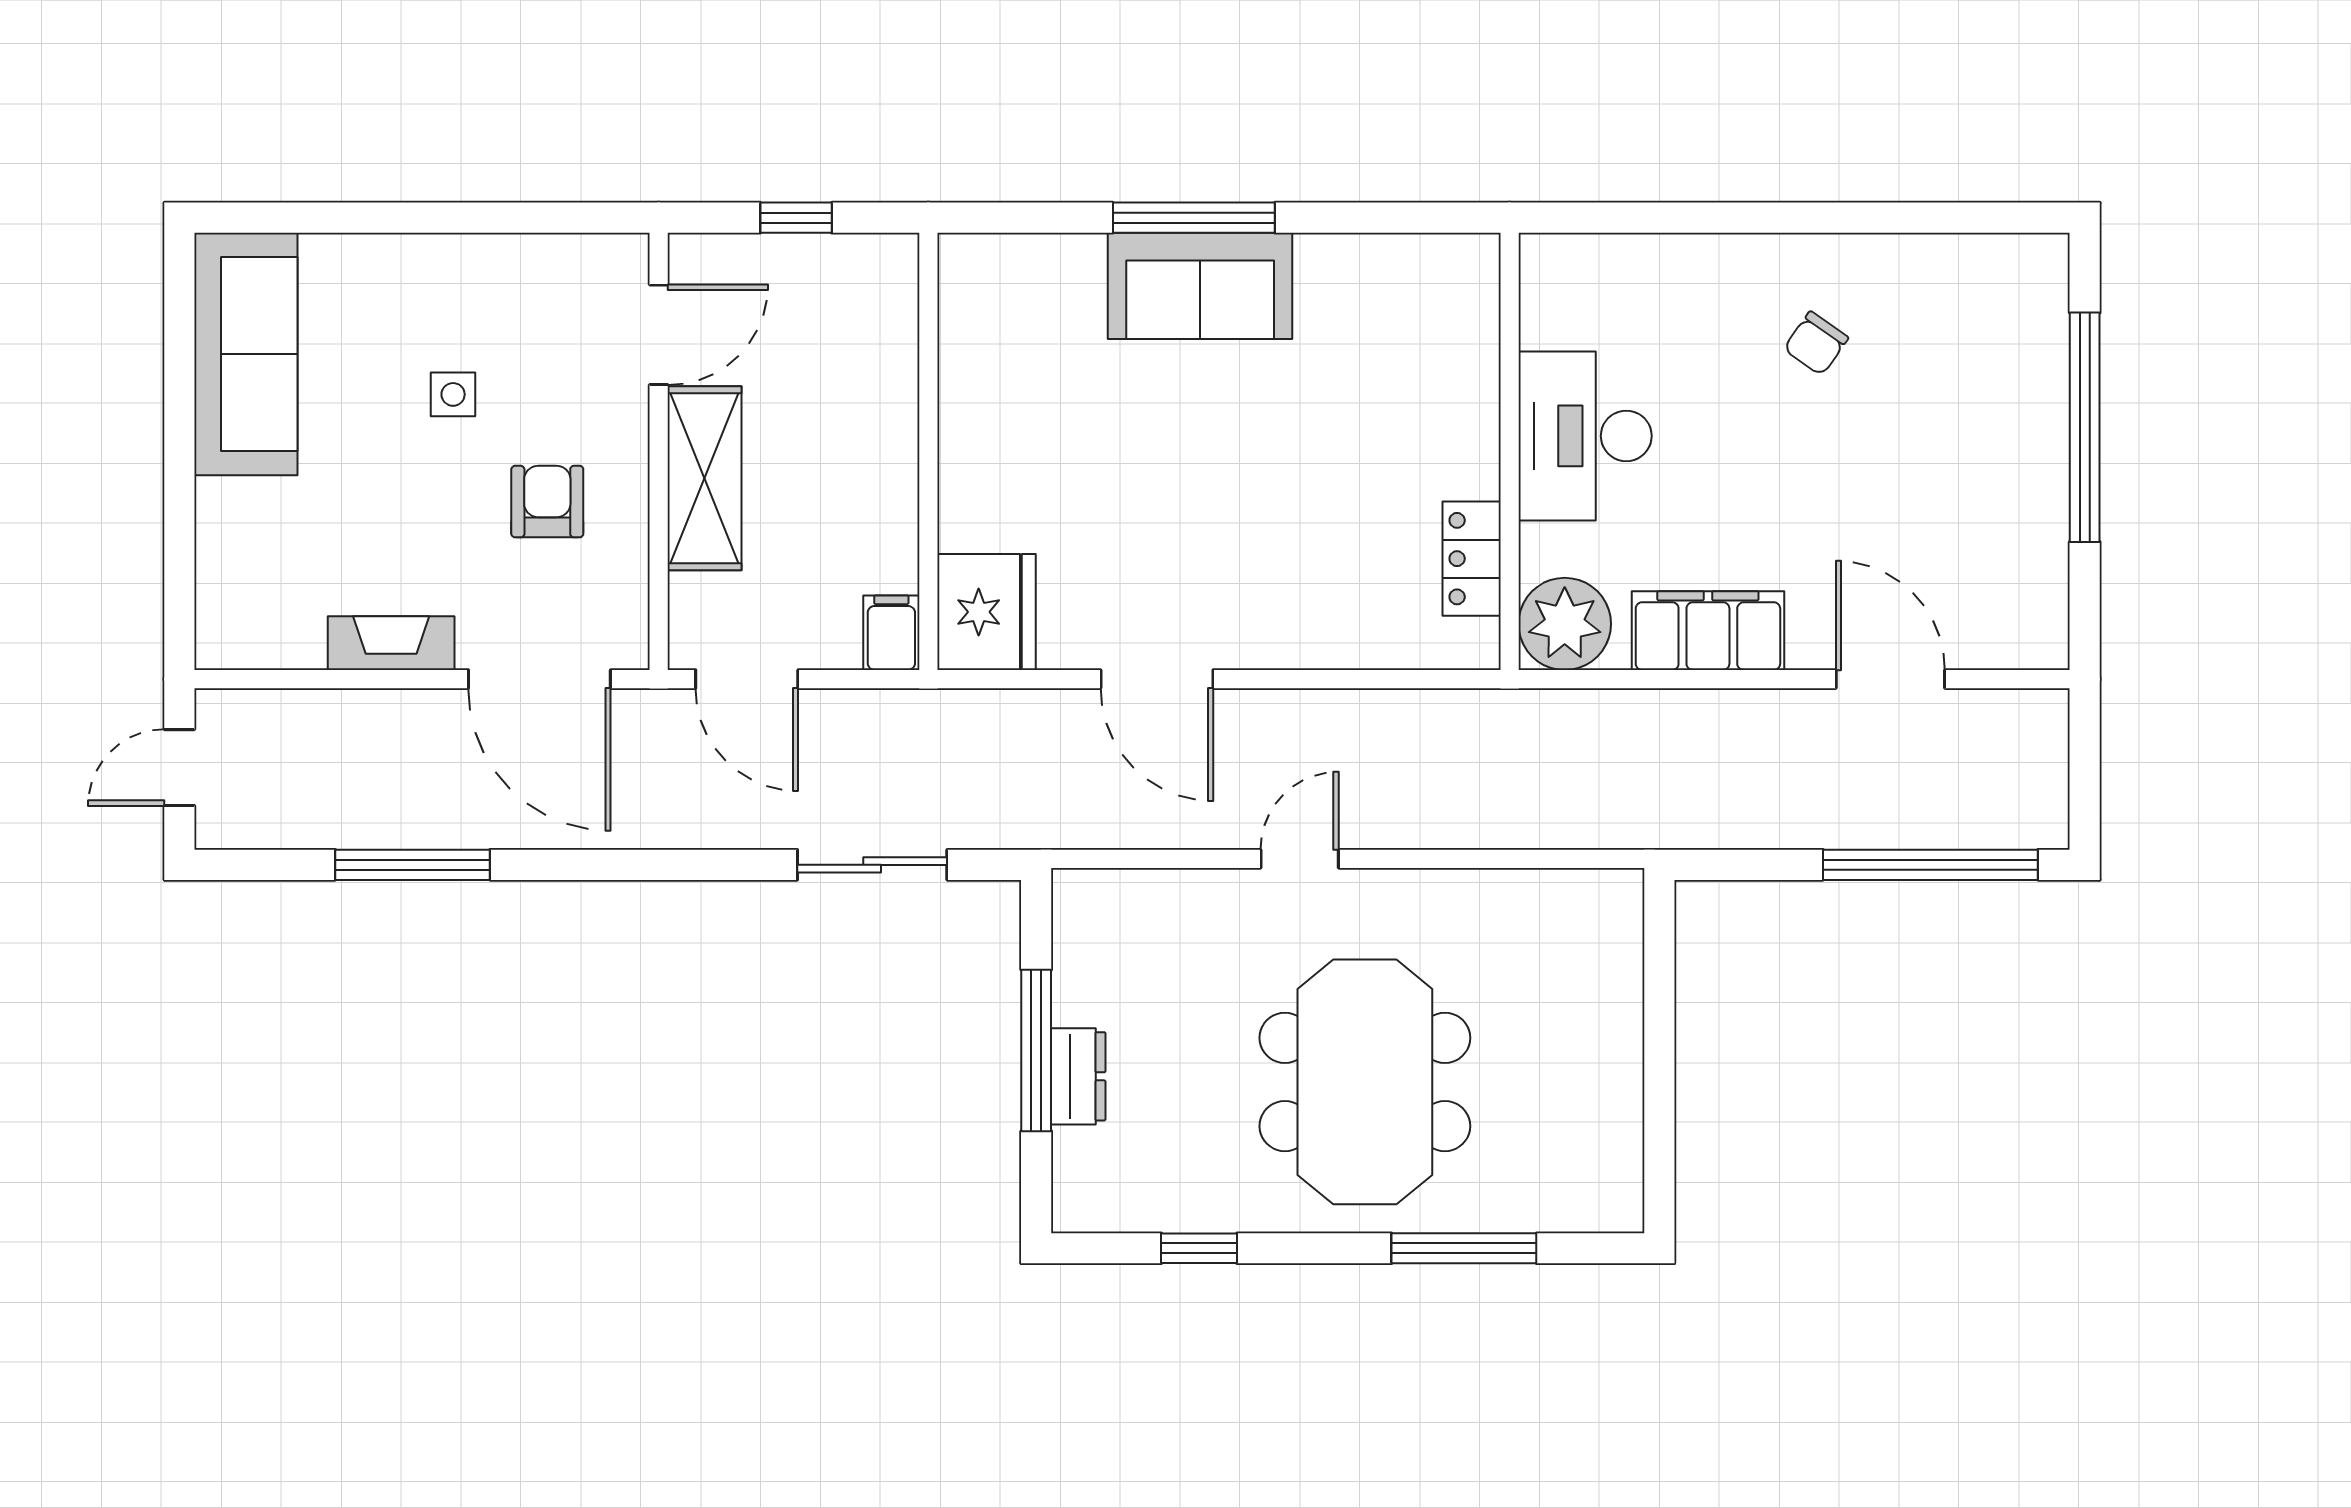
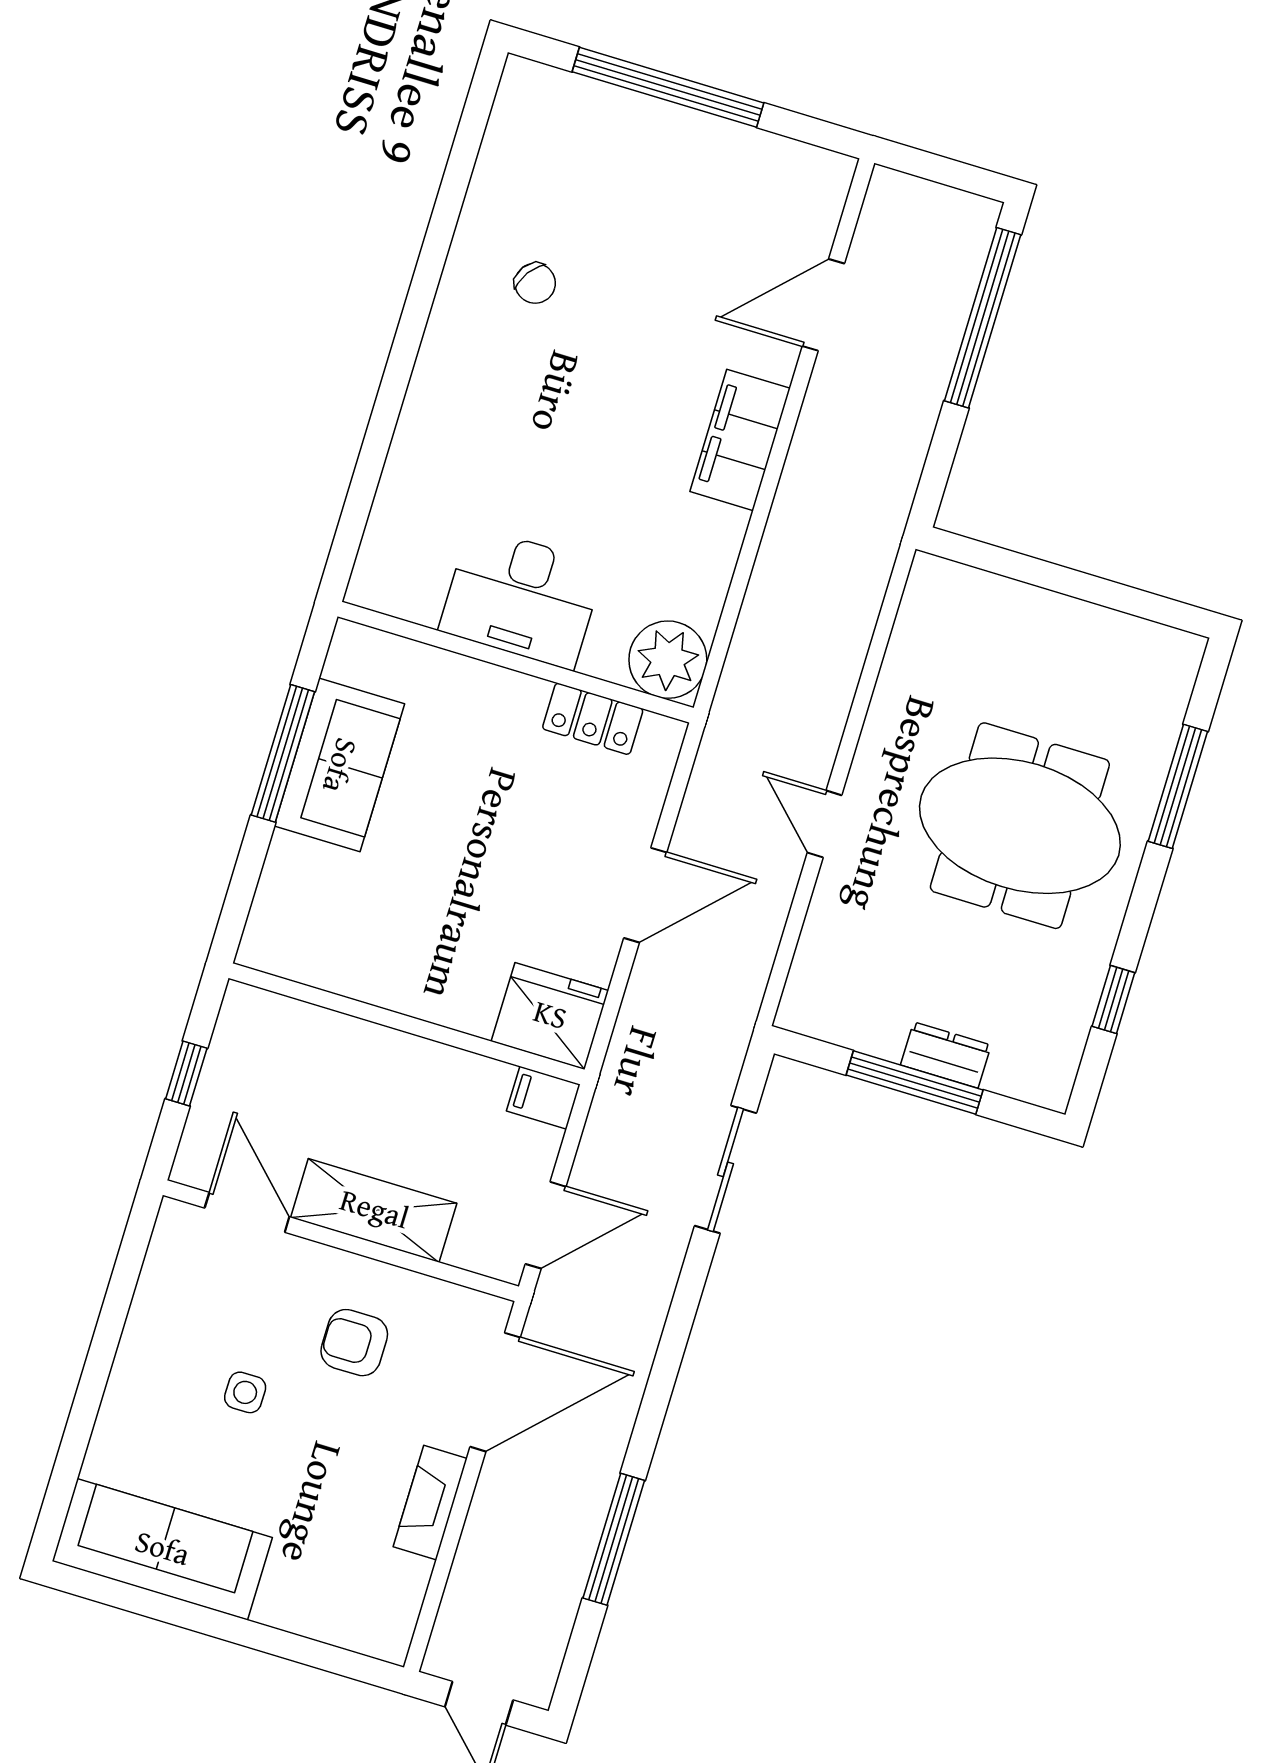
desk: (1585, 436) -> (522, 598), moved
wall: (1510, 451) -> (516, 662), moved
locker: (1472, 559) -> (593, 719), moved
plant: (1565, 624) -> (668, 660), moved

